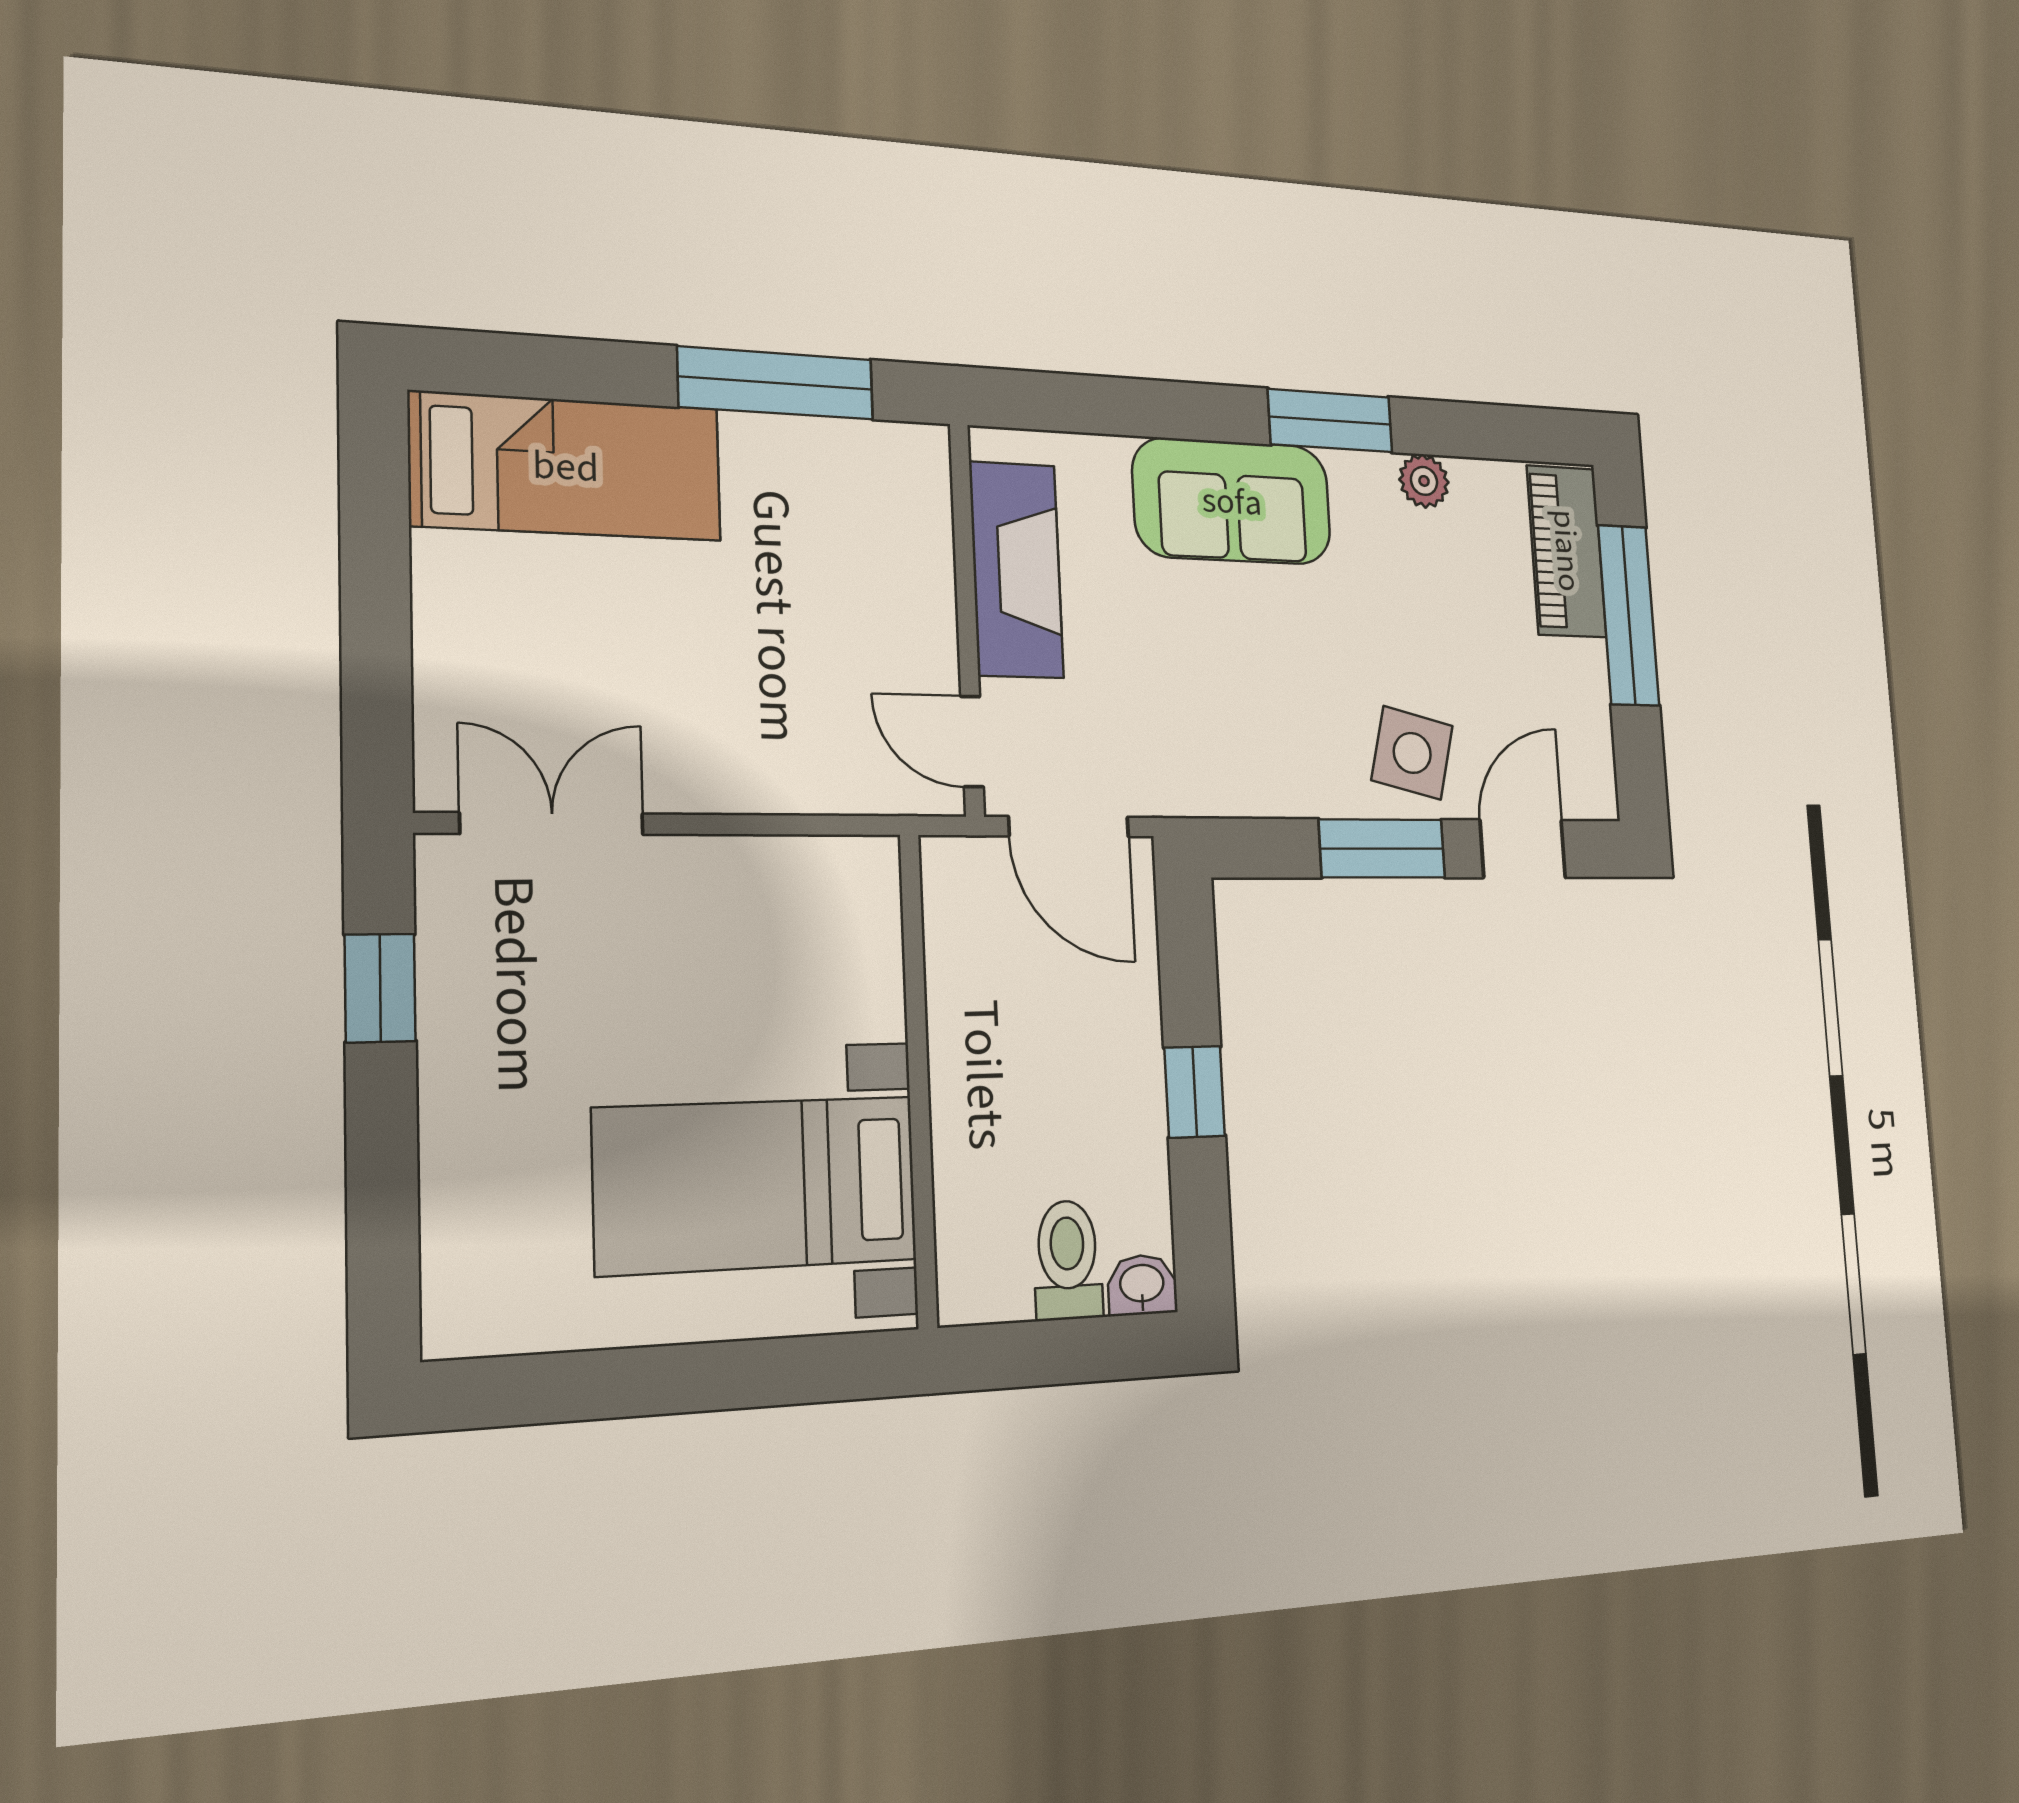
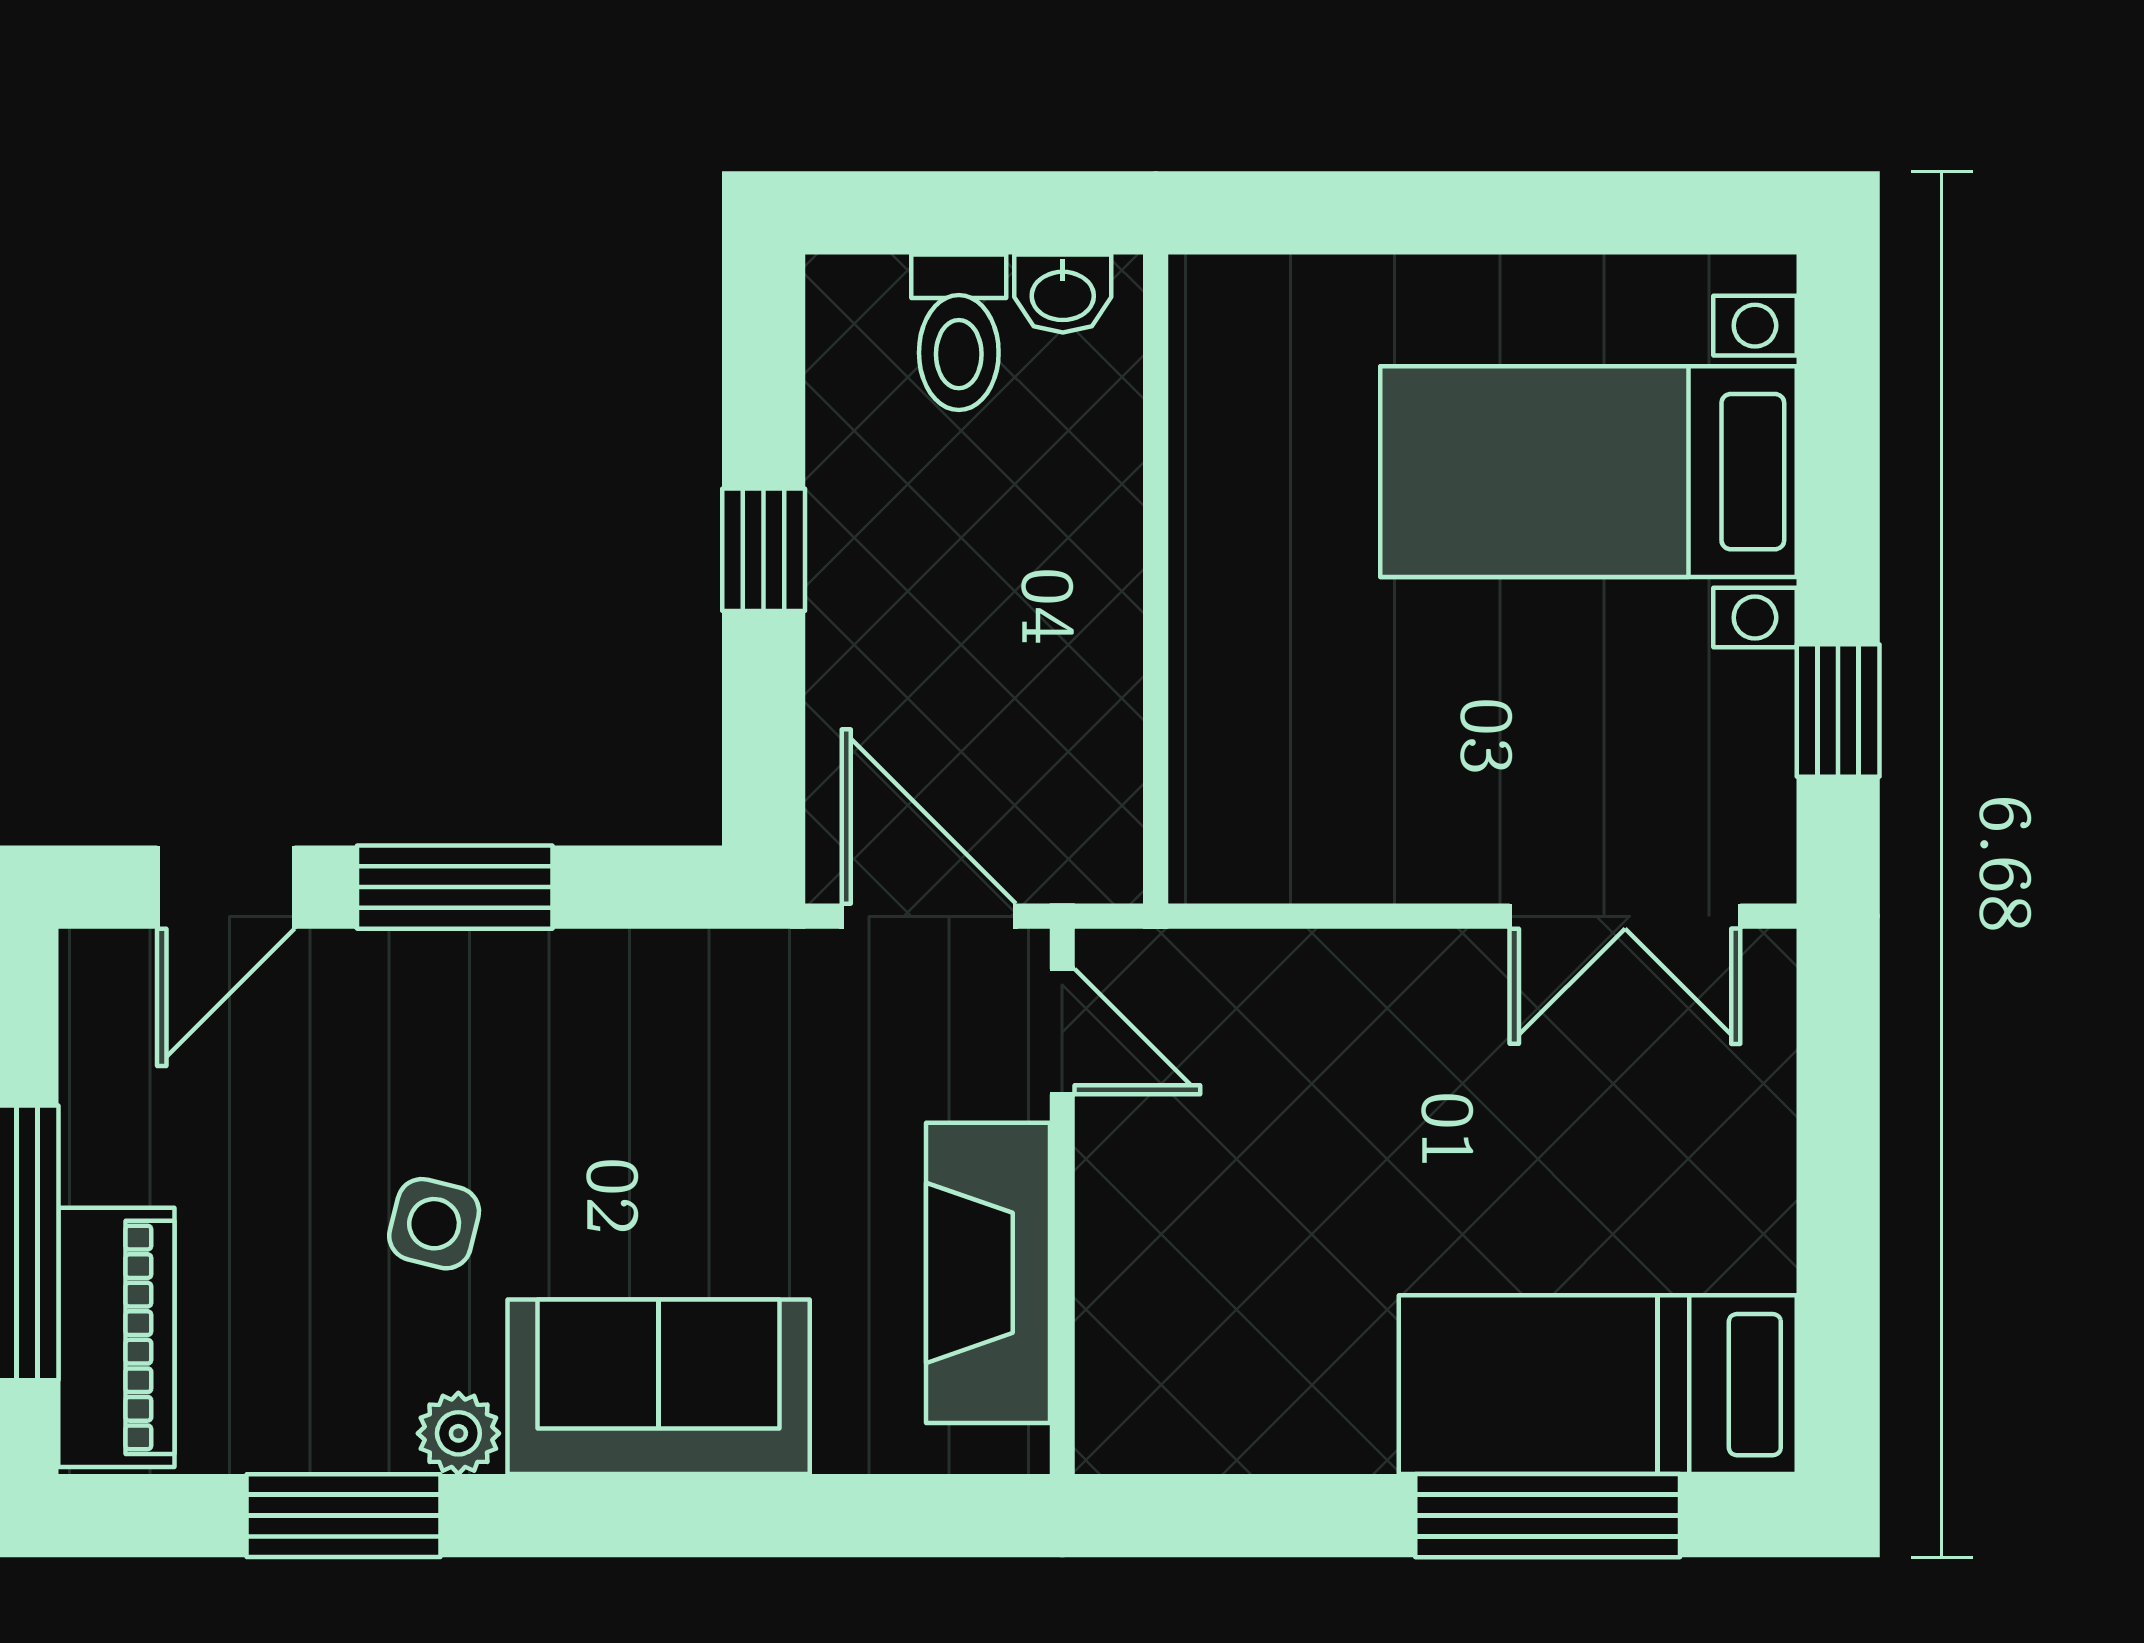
window: (776, 383) -> (1548, 1516), moved
window: (1330, 421) -> (343, 1516), moved
plant: (1424, 481) -> (458, 1433), moved
side table: (1412, 753) -> (434, 1224), moved, width x0.73, depth x0.73
bed with nightstands: (756, 1185) -> (1588, 472), moved, turned 180
washbasin: (1142, 1285) -> (1063, 294), moved

